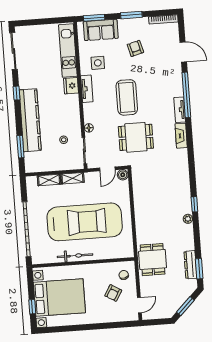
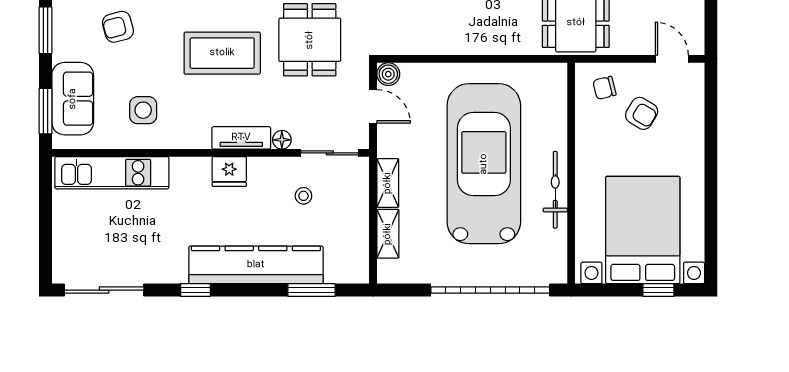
fridge: (71, 86) -> (229, 172), moved
tv unit: (87, 89) -> (241, 138), moved

